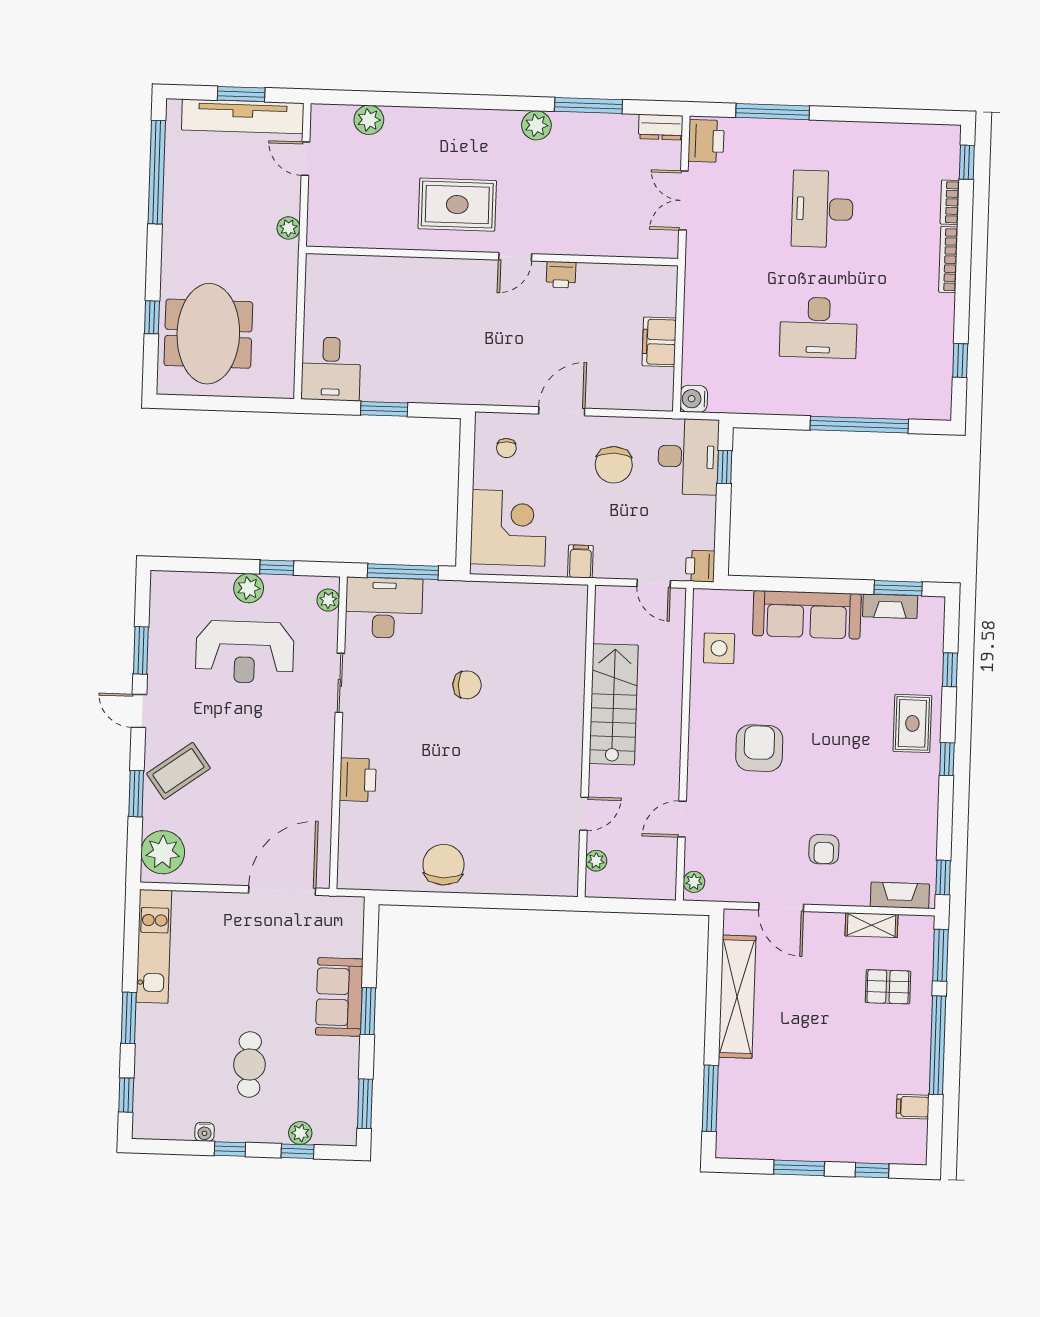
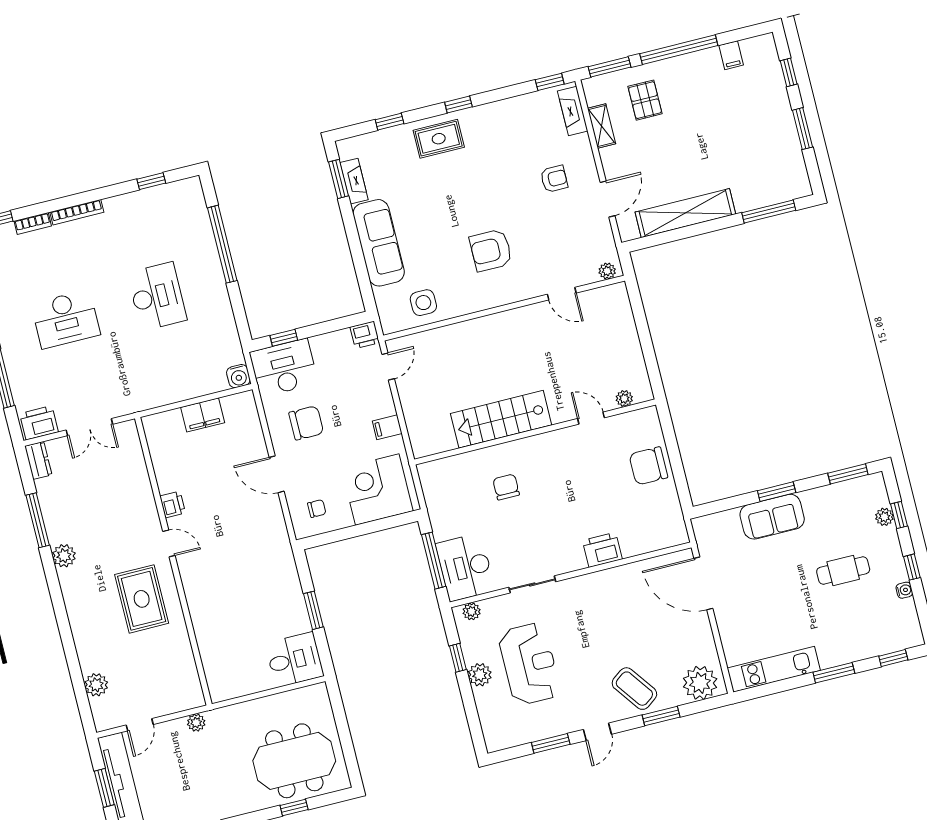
stairs: (614, 704) -> (501, 419), moved
wall: (586, 741) -> (535, 432), moved
door: (584, 814) -> (591, 418), moved
plant: (596, 861) -> (624, 398), moved

